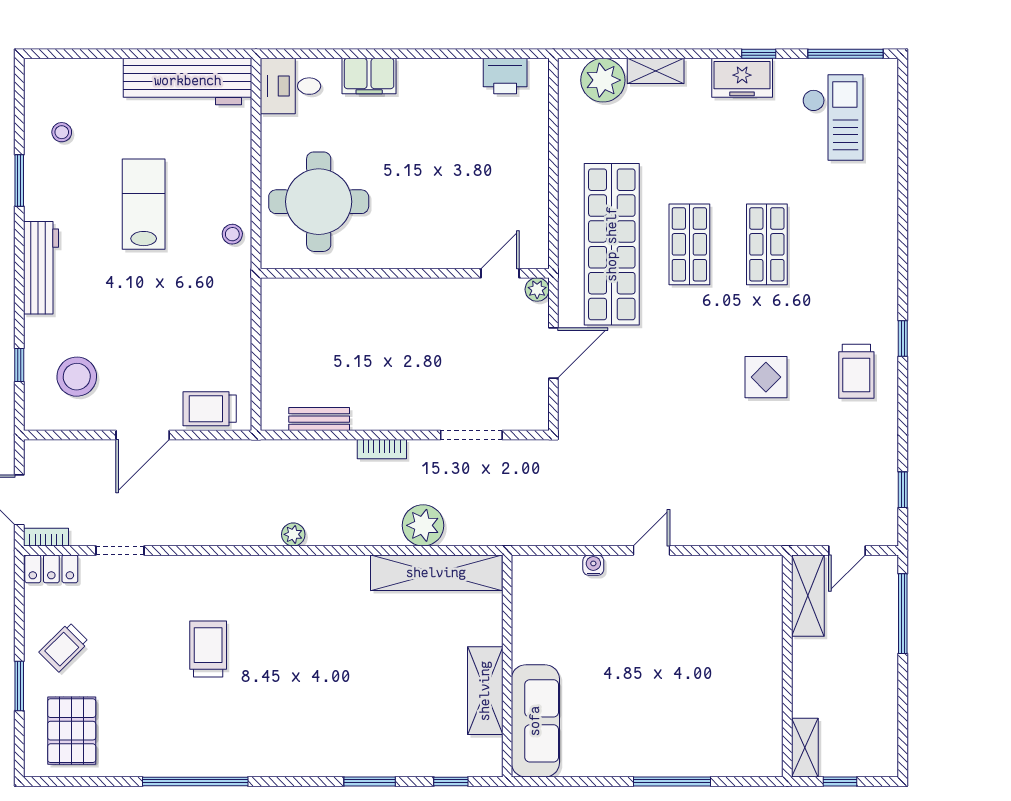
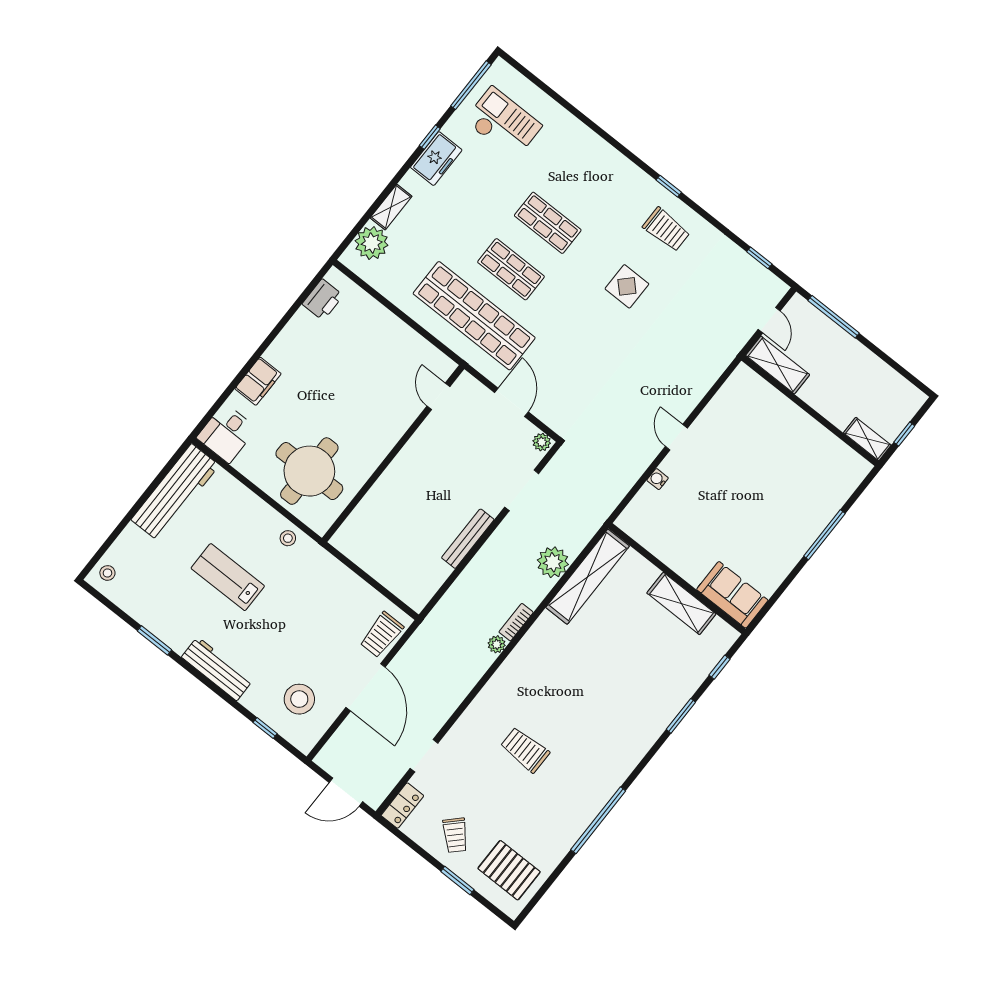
stool: (62, 132) -> (107, 573), moved
plant: (537, 289) -> (542, 442), moved
bench: (319, 419) -> (468, 539), moved, width x1.36
door: (143, 435) -> (366, 687), width x1.36
bookcase: (382, 449) -> (516, 622), moved, turned 180
bookcase: (46, 537) -> (381, 794), removed
sofa: (535, 721) -> (732, 595), width x0.73

